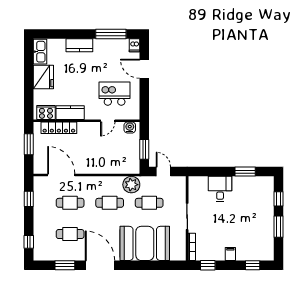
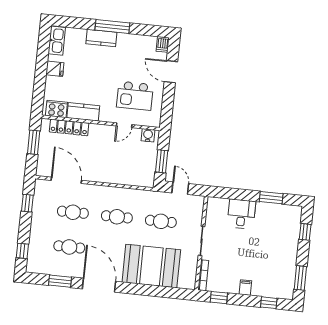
window: (111, 34) -> (112, 27), moved
fridge: (43, 77) -> (55, 69), width x0.53, depth x0.75
kitchen island: (115, 94) -> (135, 96), turned 180
plant: (131, 185) -> (143, 199), removed
window: (278, 227) -> (300, 278), moved

